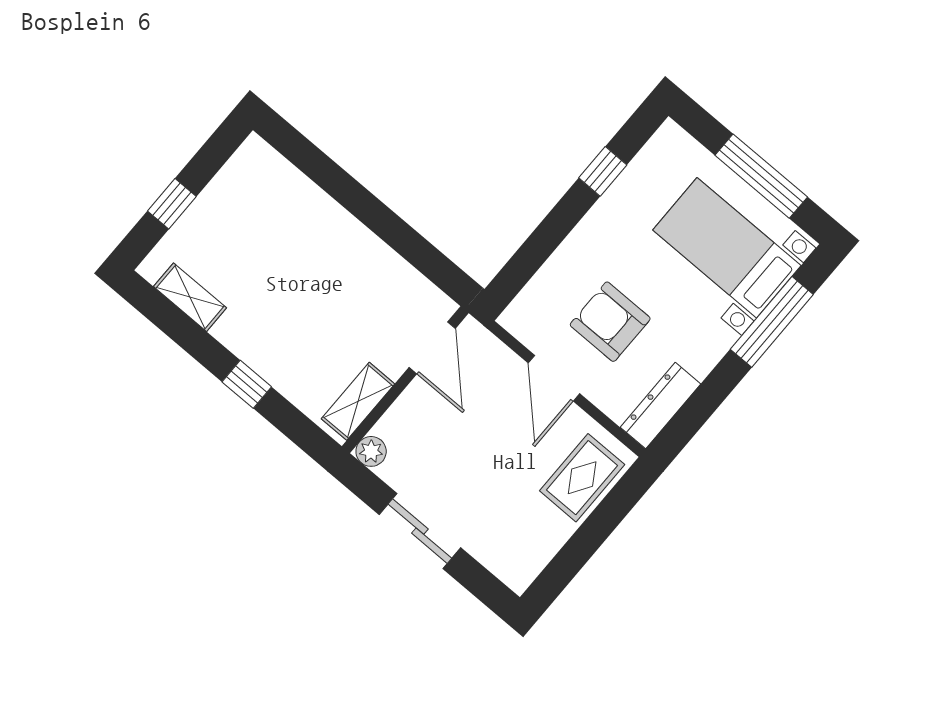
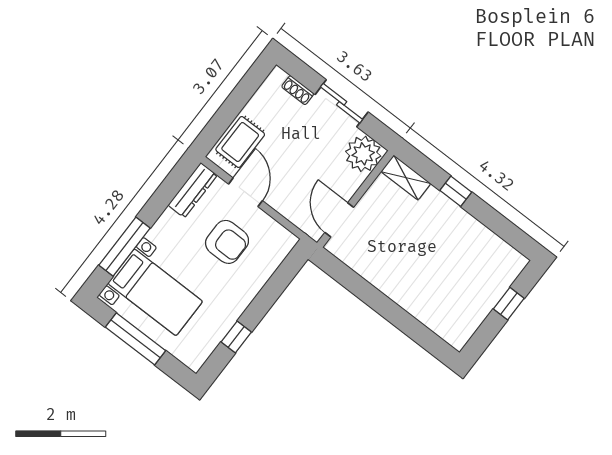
shelving: (190, 297) -> (494, 245), removed
door: (554, 378) -> (245, 192), moved
shelving: (358, 401) -> (406, 178), moved, turned 90
plant: (371, 451) -> (363, 154), width x1.88, depth x1.88
shoe rack: (488, 555) -> (298, 90), added

